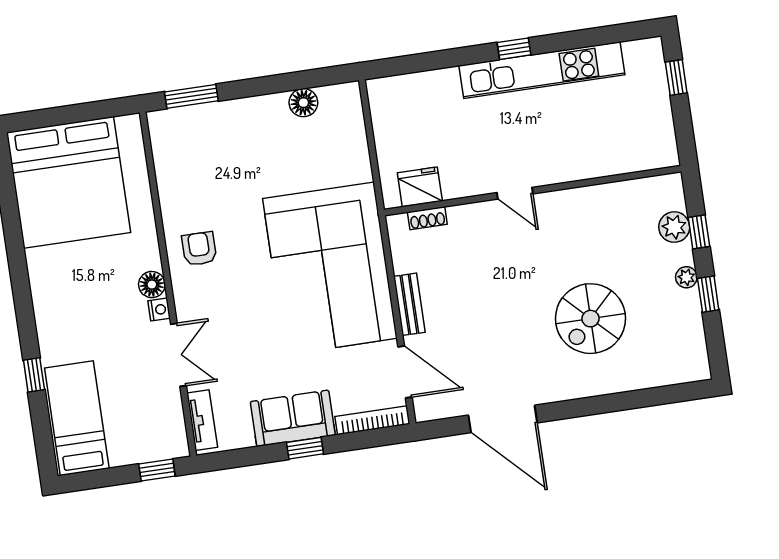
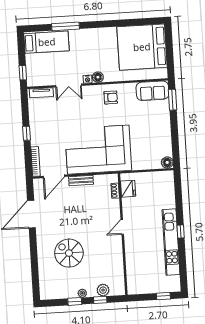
floor lamp: (303, 103) -> (167, 162), moved
window: (34, 375) -> (65, 26), width x2.17
sofa: (293, 418) -> (152, 91), moved, turned 90

